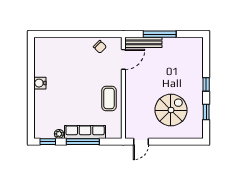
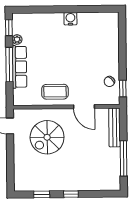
window: (107, 34) -> (123, 89), added
window: (160, 34) -> (124, 158), moved
door: (123, 59) -> (84, 107), moved
spiral stairs: (171, 110) -> (47, 137), moved, turned 90

